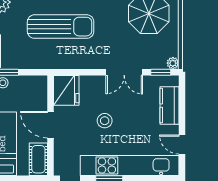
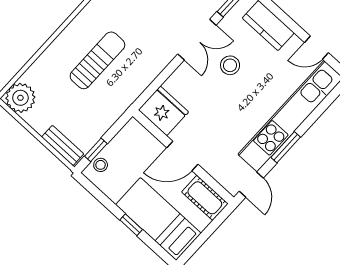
sun lounger: (61, 27) -> (97, 60), width x0.73, depth x0.75
stool: (105, 121) -> (230, 65), moved

